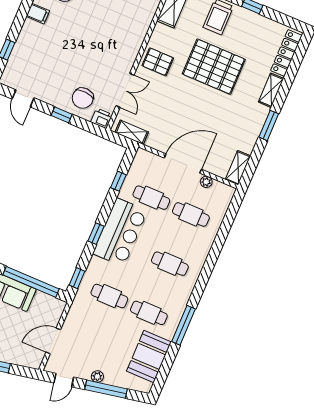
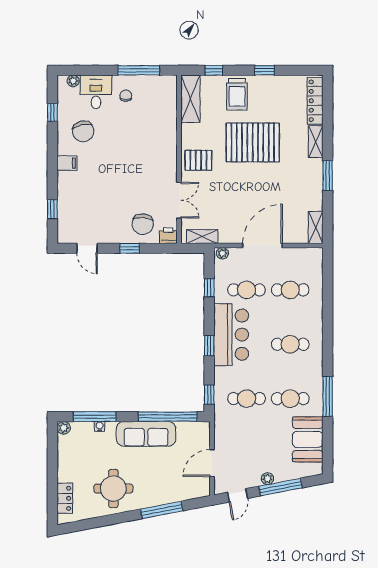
plant: (206, 182) -> (222, 253), moved

